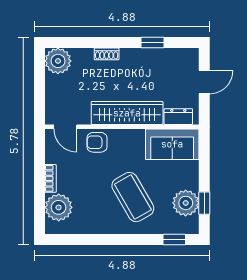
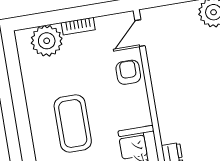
wardrobe: (127, 113) -> (167, 101), removed
coffee table: (133, 197) -> (73, 123), turned -60

